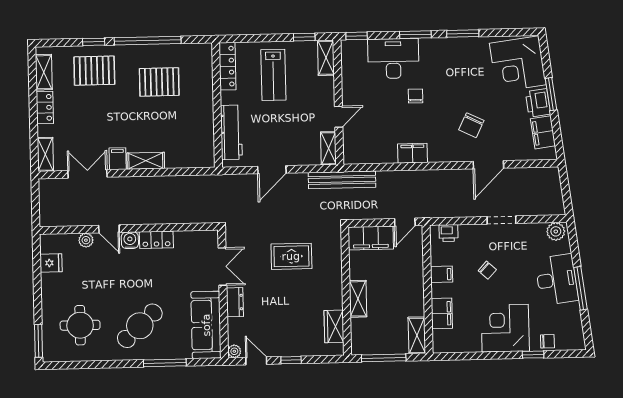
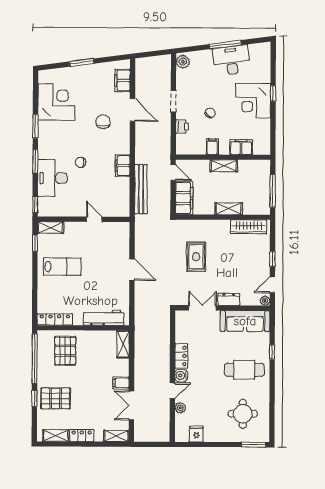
corner desk: (518, 64) -> (56, 102), moved, turned -83
locker: (227, 66) -> (55, 319), moved
pallet: (94, 71) -> (56, 398), turned 90
printer: (538, 103) -> (88, 72), removed
wall: (217, 105) -> (83, 328), moved
chair: (471, 125) -> (103, 122), turned -116
workbench: (231, 132) -> (104, 318), moved
filing cabinet: (543, 132) -> (122, 81), moved, turned 97
shelving: (328, 148) -> (117, 227), removed
shelving: (146, 161) -> (123, 344), moved
bench: (342, 180) -> (141, 189), moved
printer: (448, 233) -> (182, 127), moved
desk: (557, 280) -> (232, 60), moved
cafe table: (140, 326) -> (244, 370), turned -47
wardrobe: (334, 326) -> (249, 227), width x1.50
shelving: (417, 335) -> (224, 166), moved
chair: (547, 341) -> (264, 70), removed
window: (533, 355) -> (273, 93), moved
window: (165, 363) -> (272, 352), width x0.46

